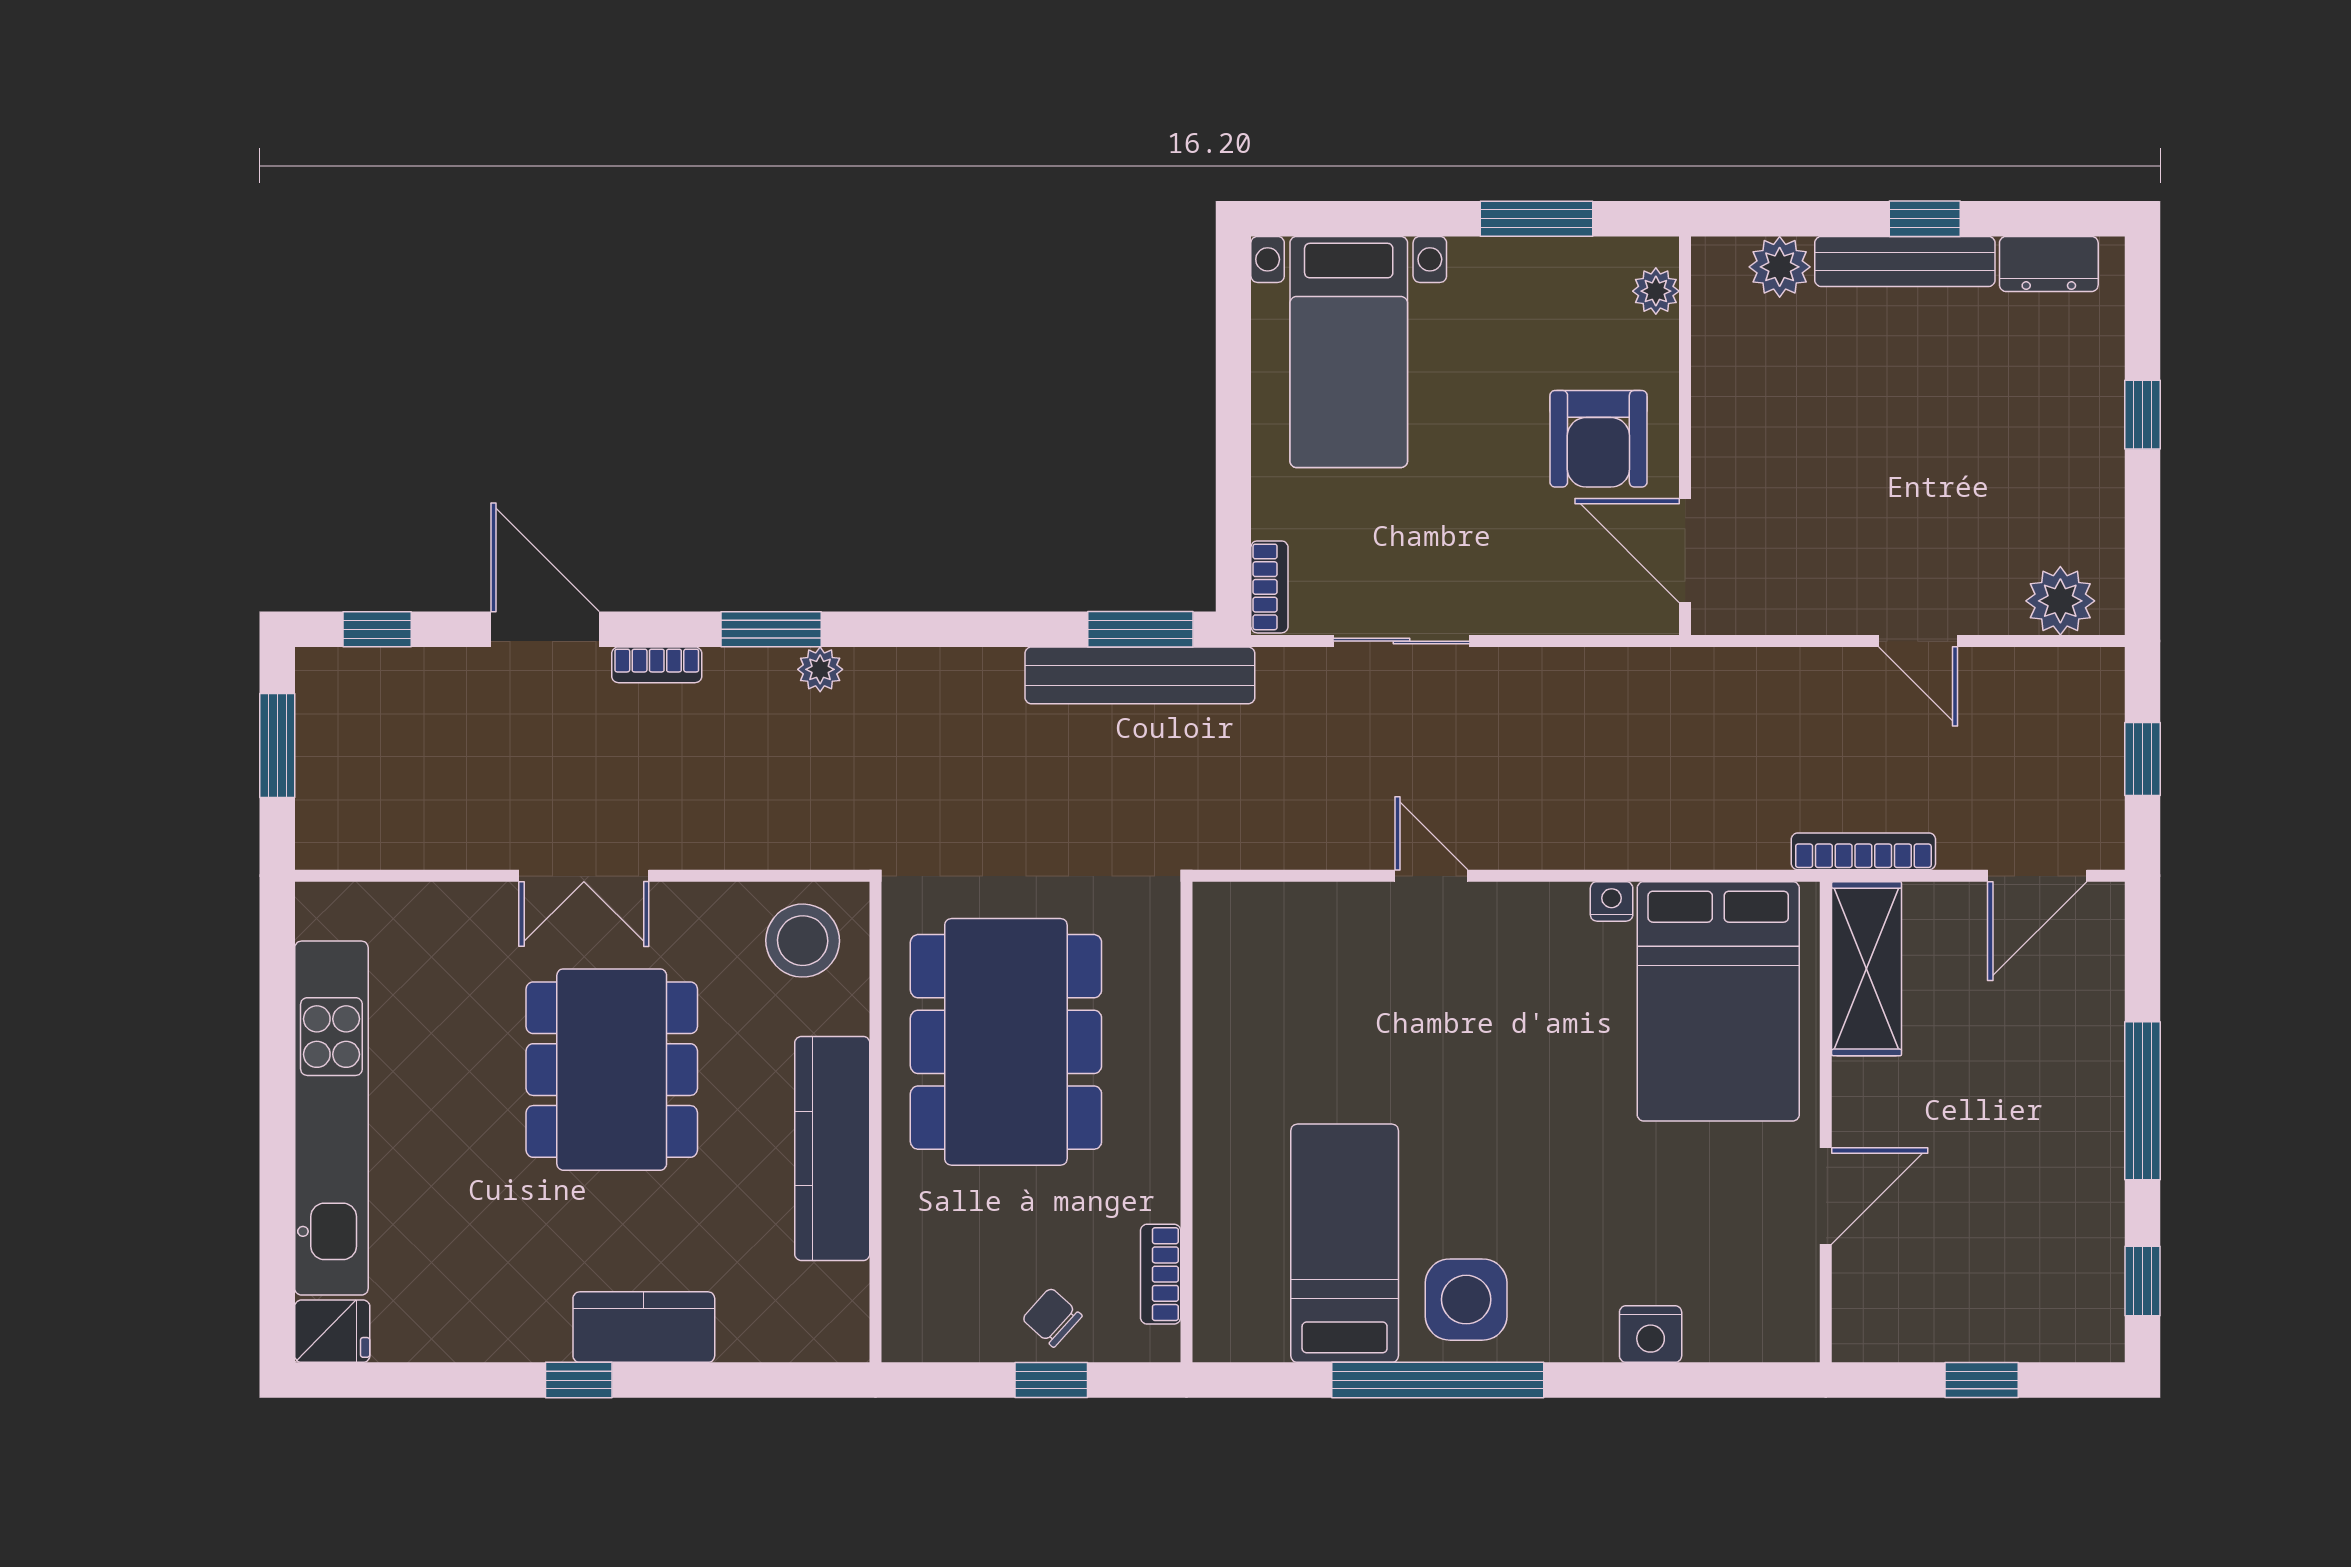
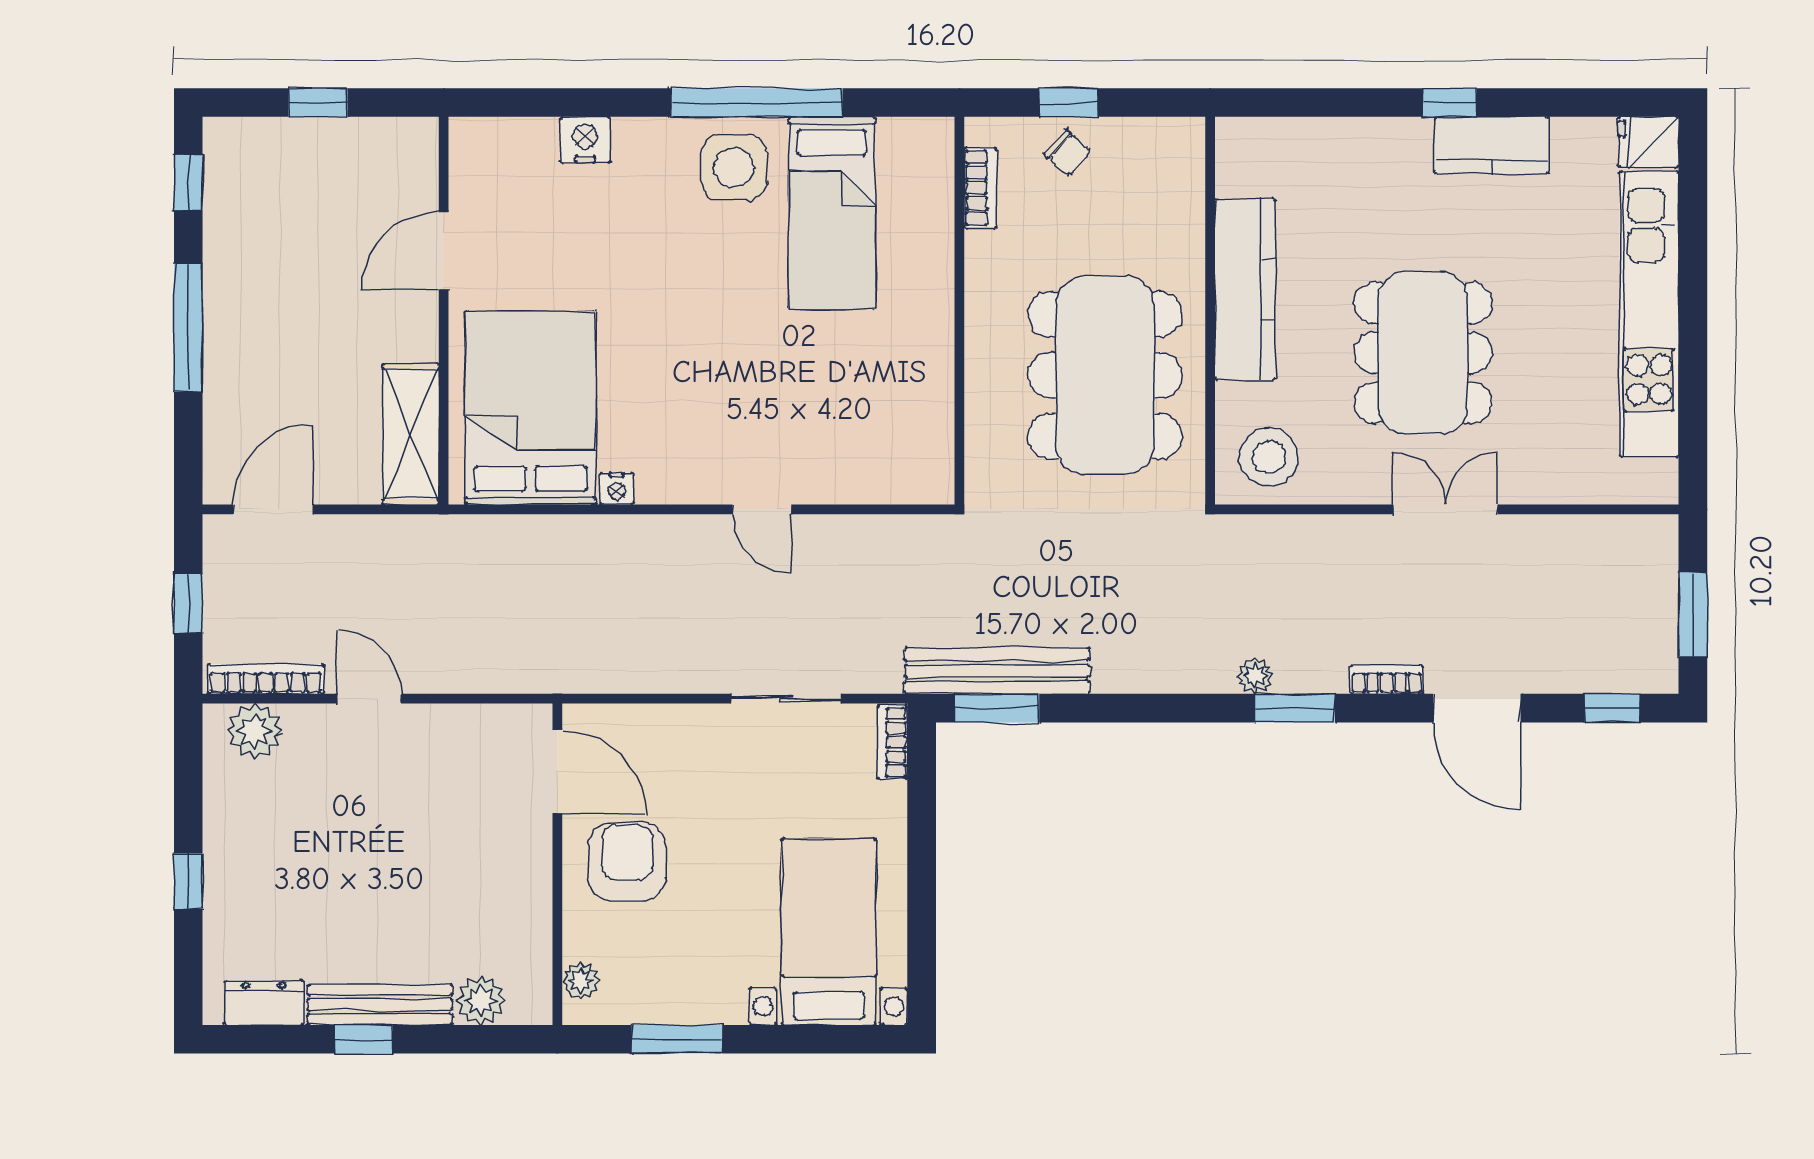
bookcase: (1863, 851) -> (266, 679), moved, turned 180
kitchen counter: (644, 1327) -> (1492, 145), moved

